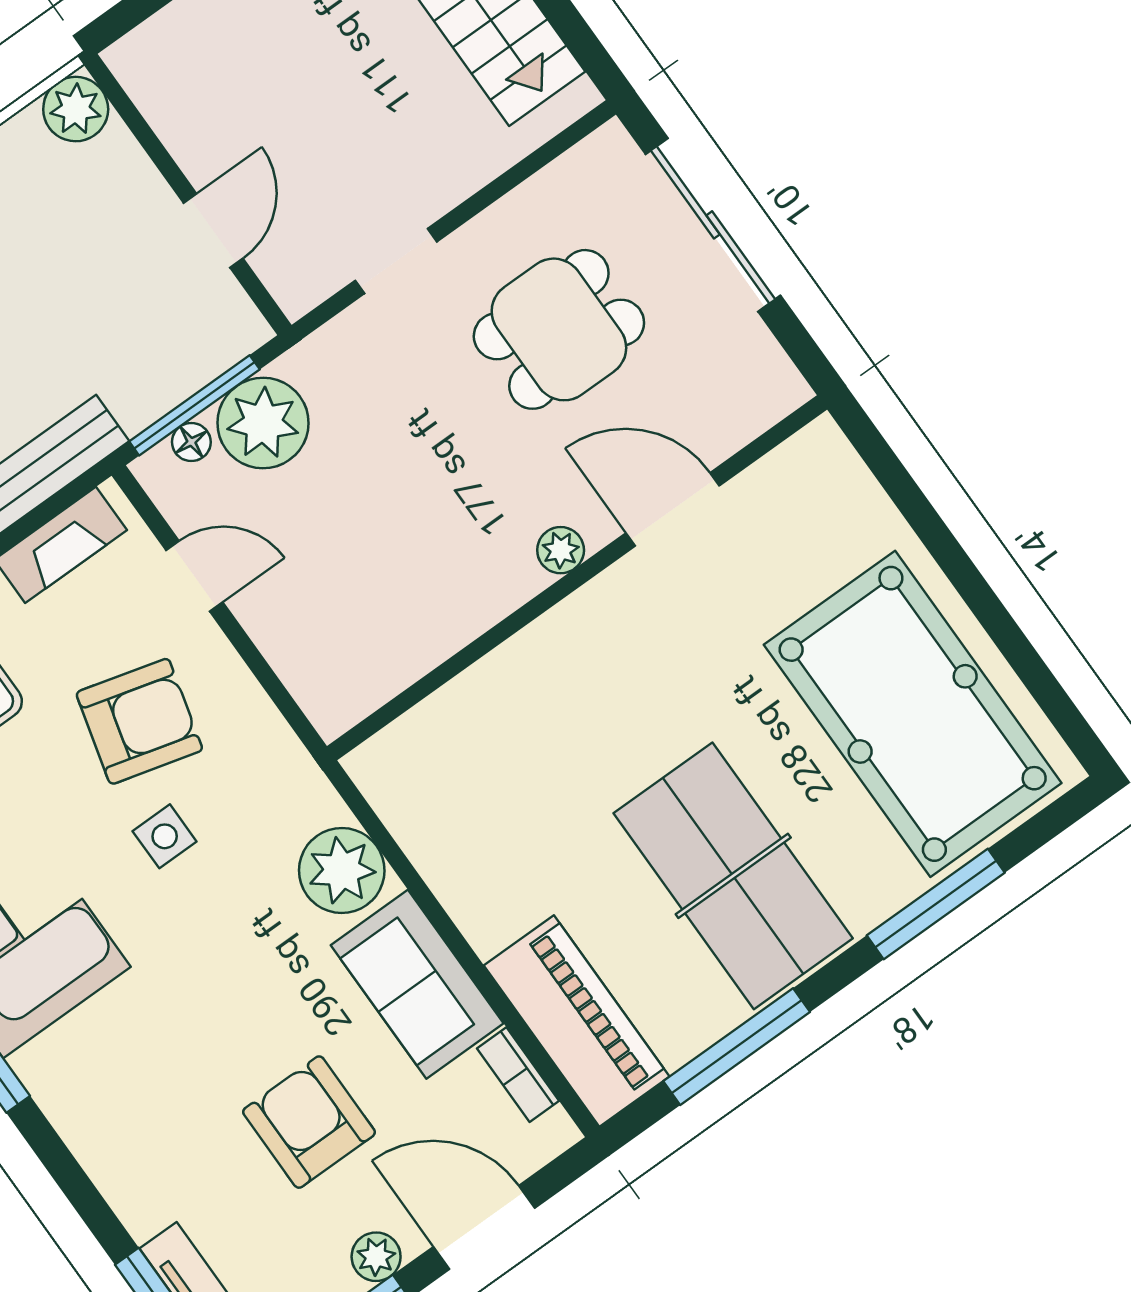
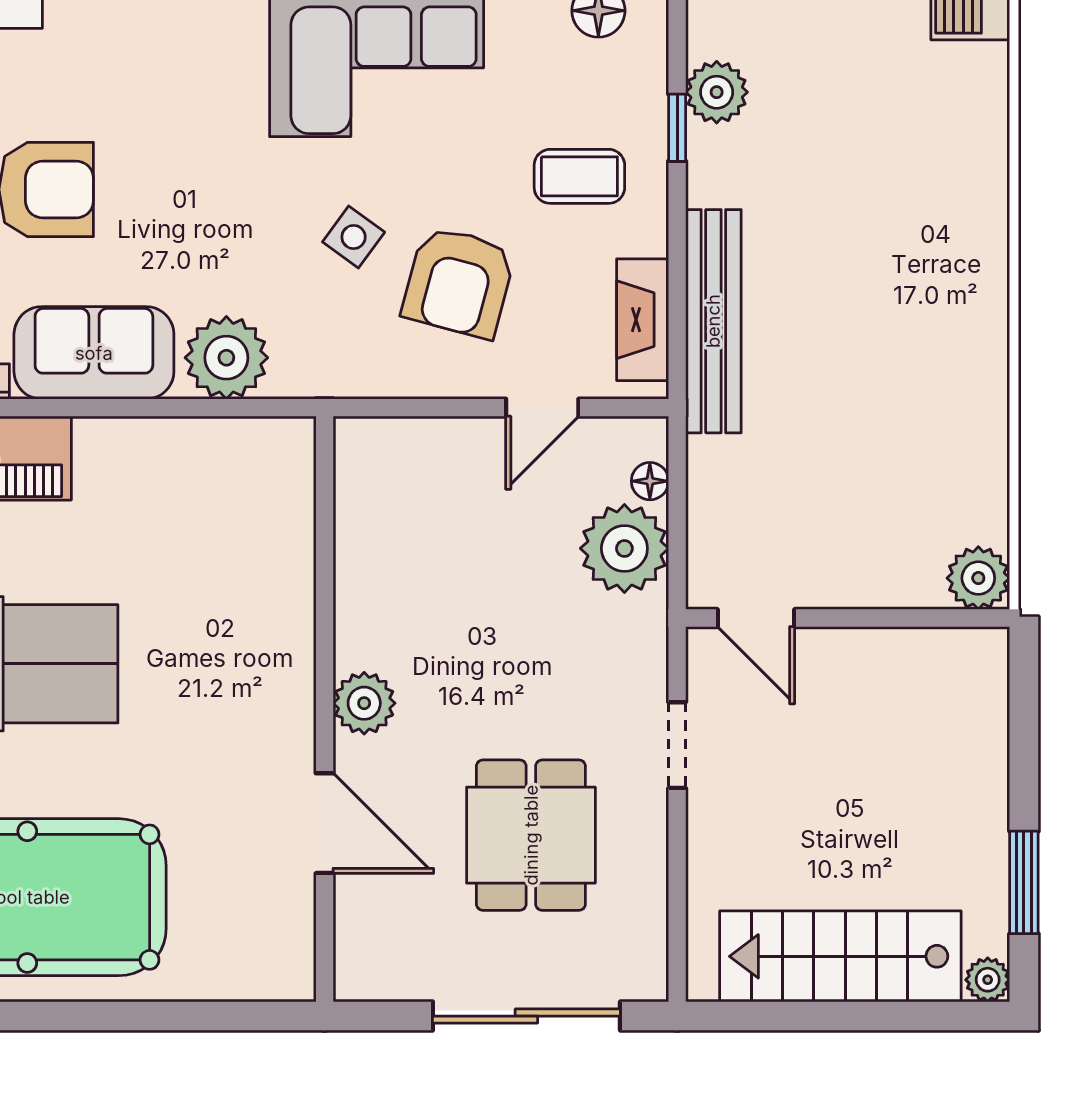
door: (213, 231) -> (756, 618), moved
window: (194, 405) -> (677, 504), removed
door: (673, 509) -> (325, 823), hinge flipped
plant: (561, 550) -> (364, 703), width x1.38, depth x1.38
side table: (165, 836) -> (354, 237), turned 36

